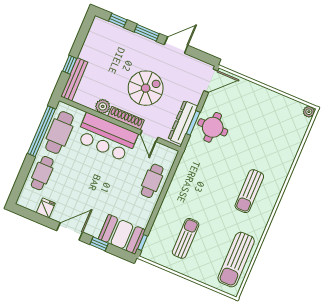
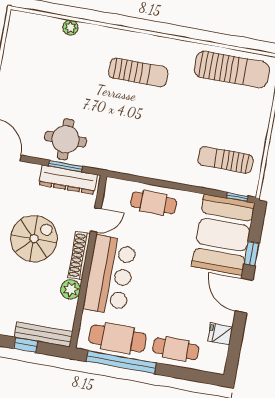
spiral stairs: (146, 88) -> (34, 239), turned 90
plant: (309, 112) -> (70, 28), moved
booth: (122, 234) -> (223, 235), width x1.36, depth x1.42
sun lounger: (186, 238) -> (225, 160), moved

